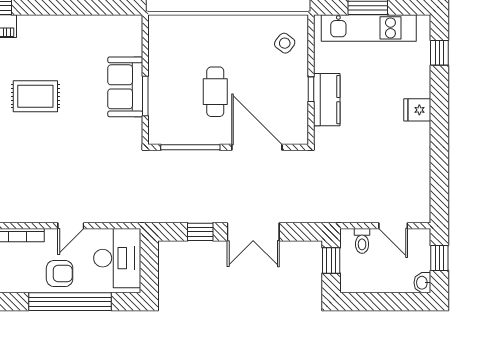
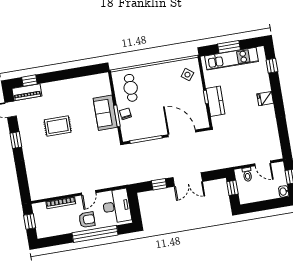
cafe table: (215, 92) -> (131, 88), moved
chair: (161, 95) -> (125, 114), added

